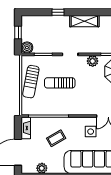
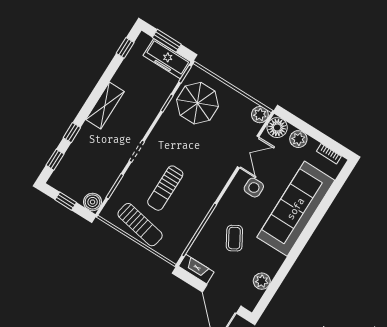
window: (37, 12) -> (55, 160), added
plant: (93, 61) -> (164, 128), removed

